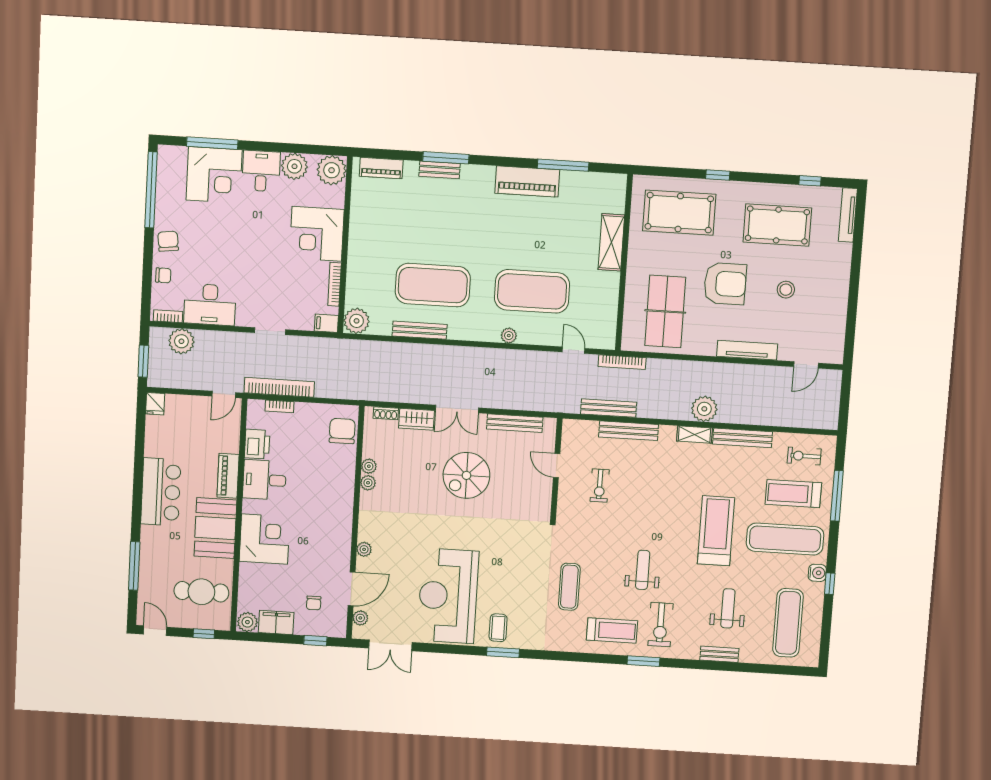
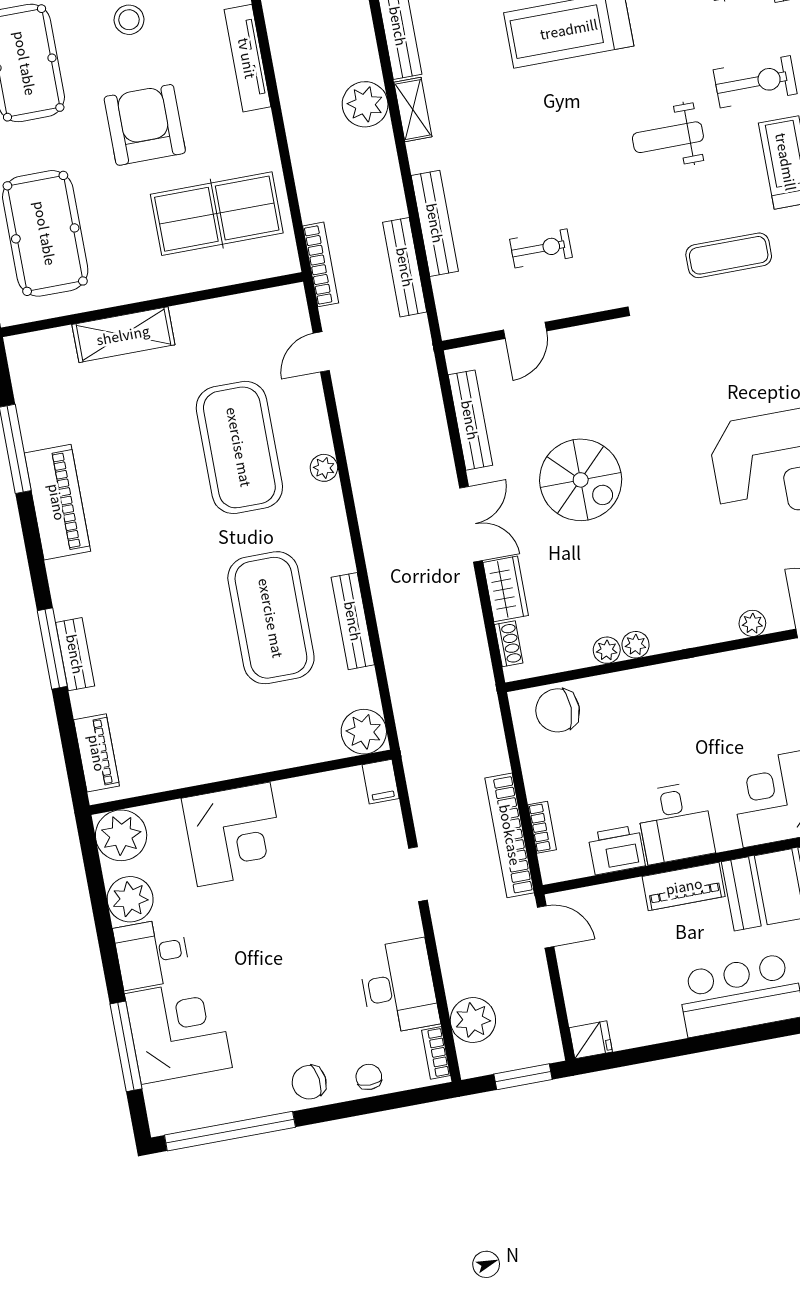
bookcase: (335, 284) -> (311, 784), removed

